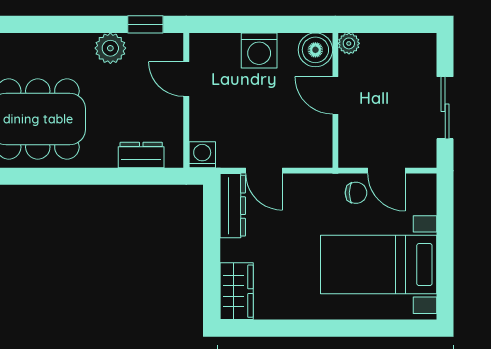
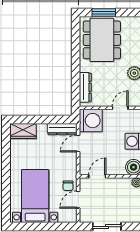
door: (335, 95) -> (97, 176), moved
dresser: (141, 155) -> (85, 87), width x1.44
washing machine: (202, 155) -> (91, 121), width x1.89, depth x1.89

